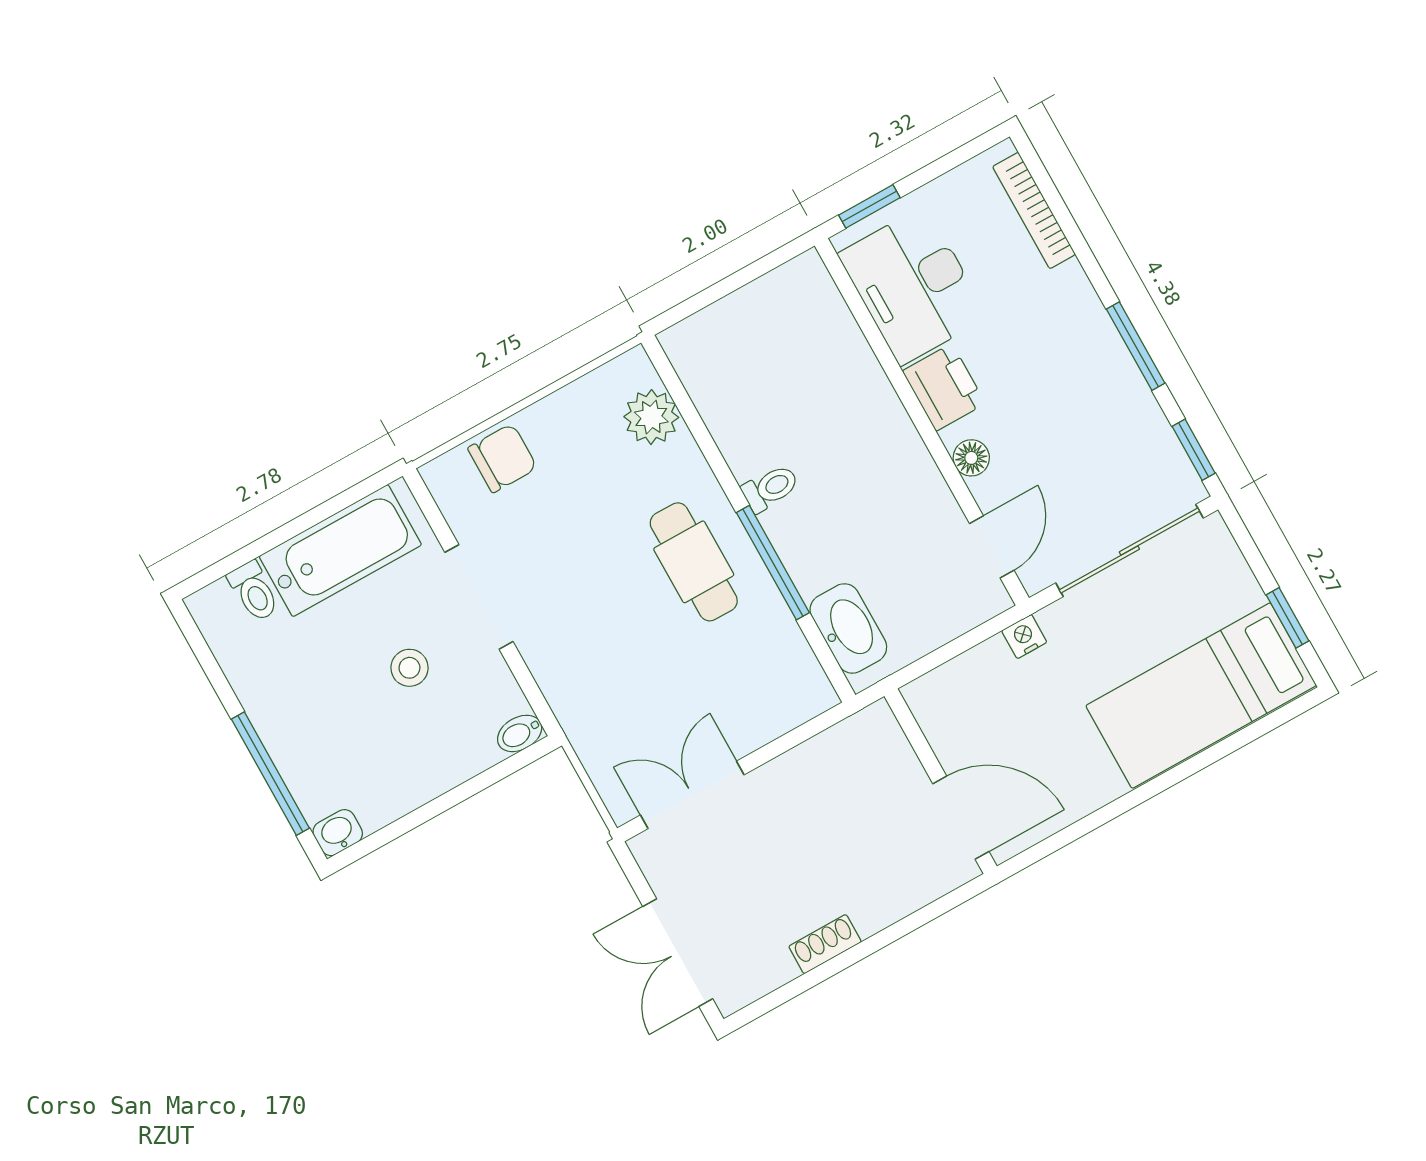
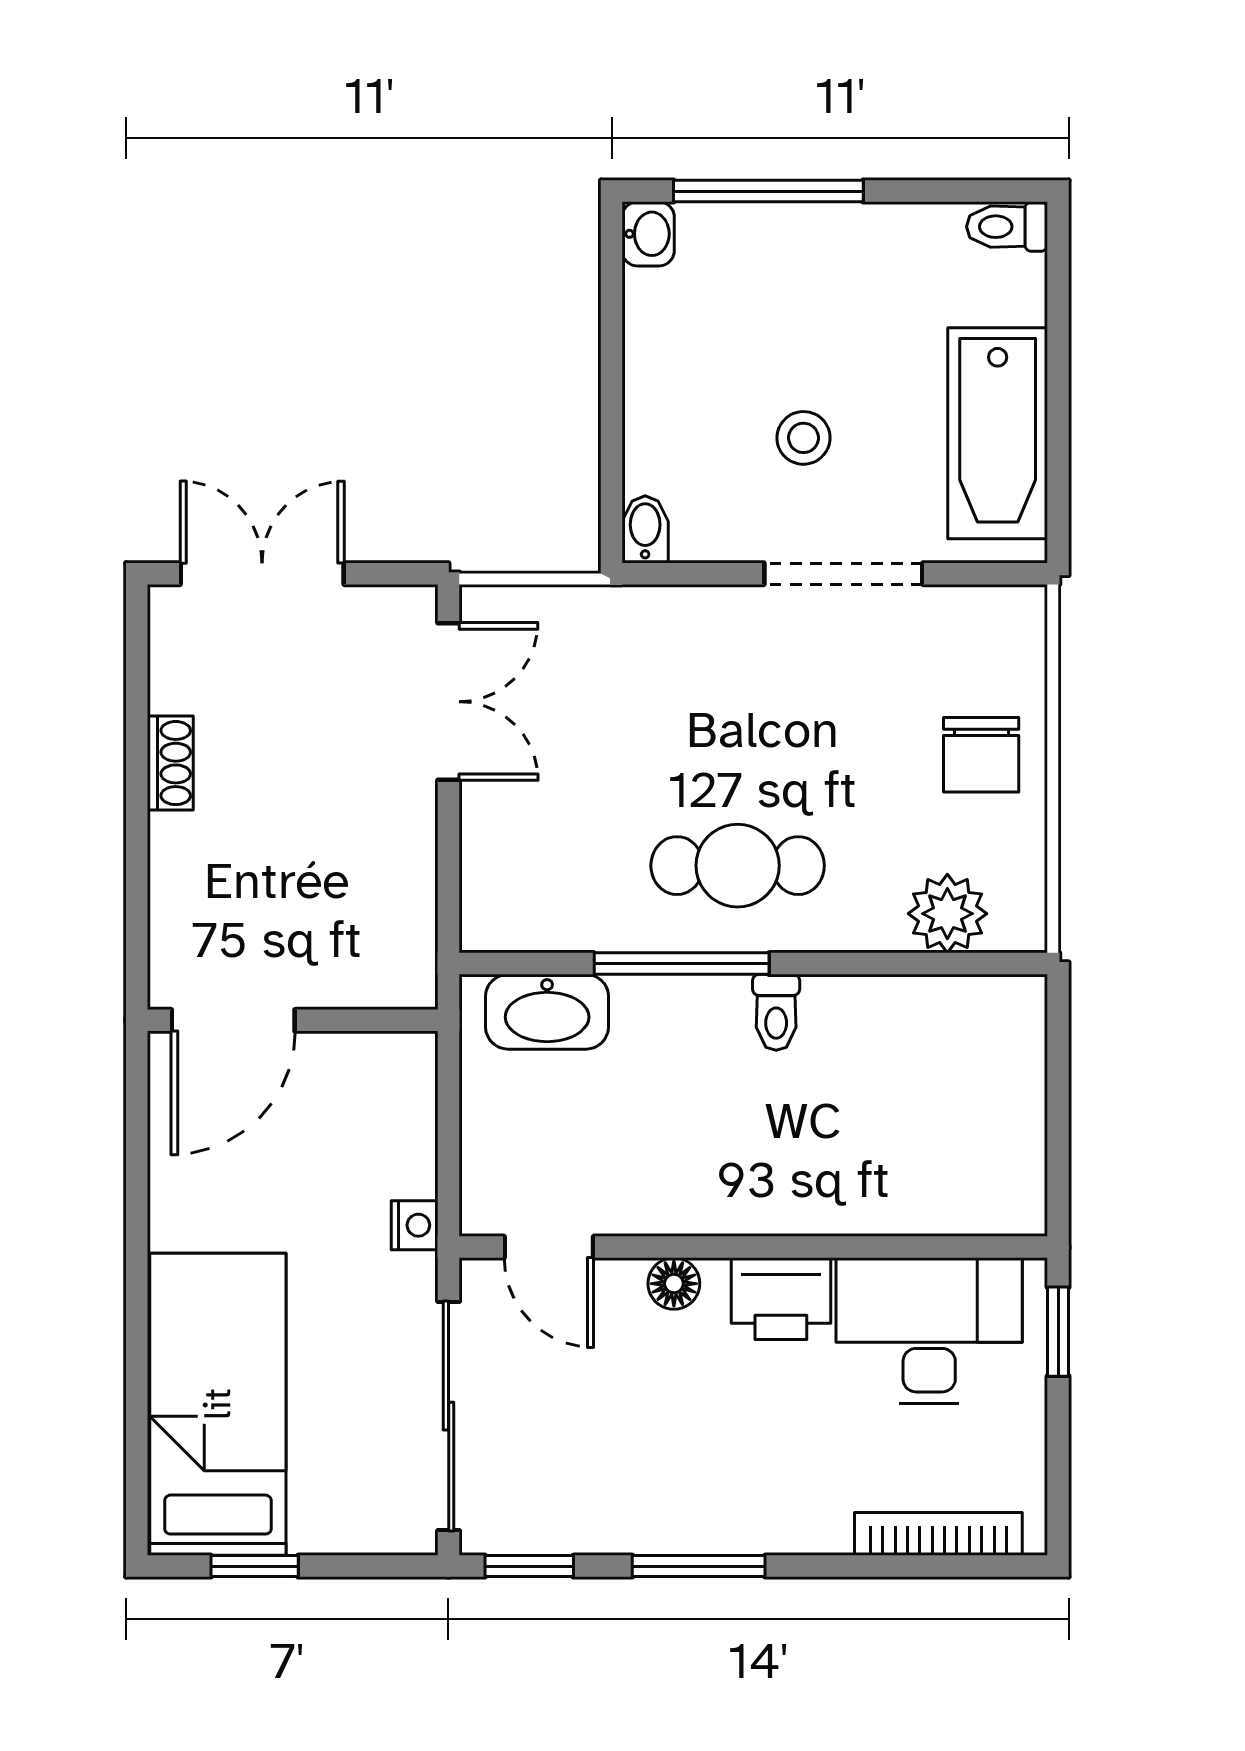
chair: (502, 458) -> (981, 755), moved
toilet: (254, 591) -> (1007, 227), moved

